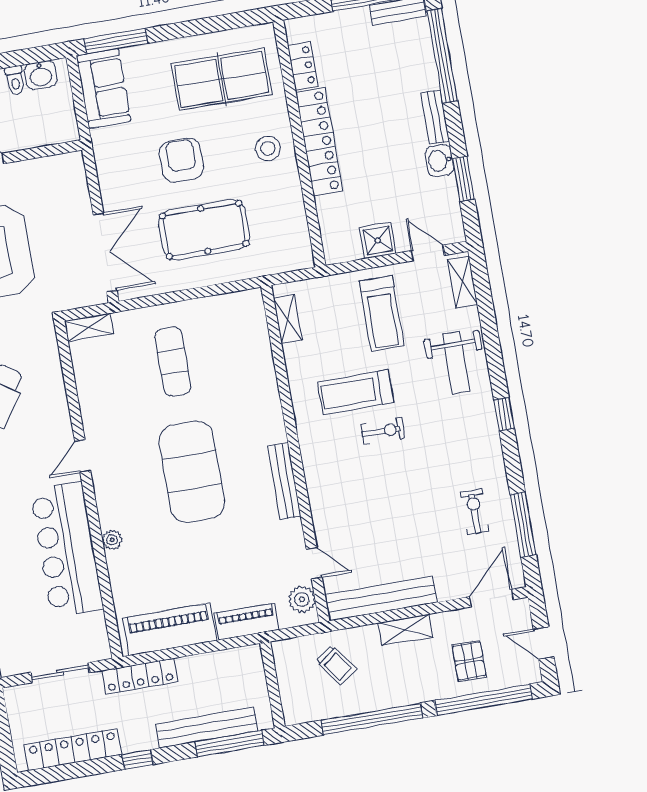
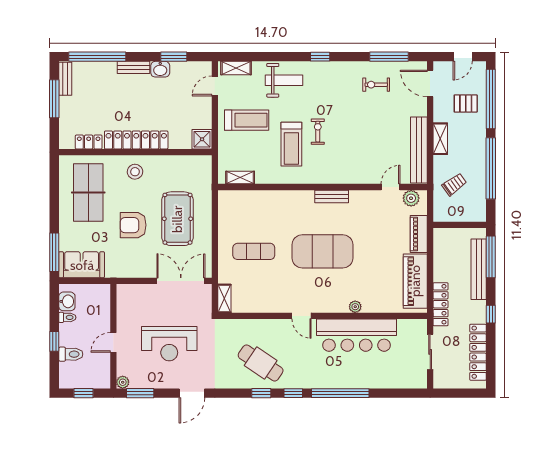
shower: (378, 240) -> (202, 139), moved
bench: (284, 481) -> (332, 196), width x0.73

